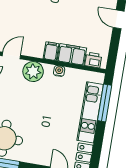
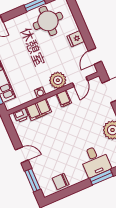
filing cabinet: (51, 51) -> (64, 98), moved

